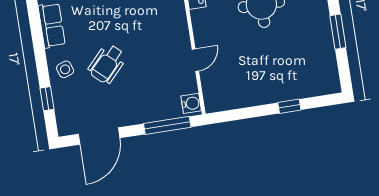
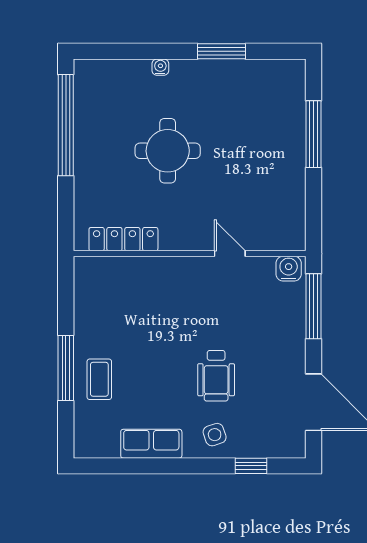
wheelchair: (107, 64) -> (216, 376), turned 47
window: (289, 106) -> (314, 134), width x2.17

